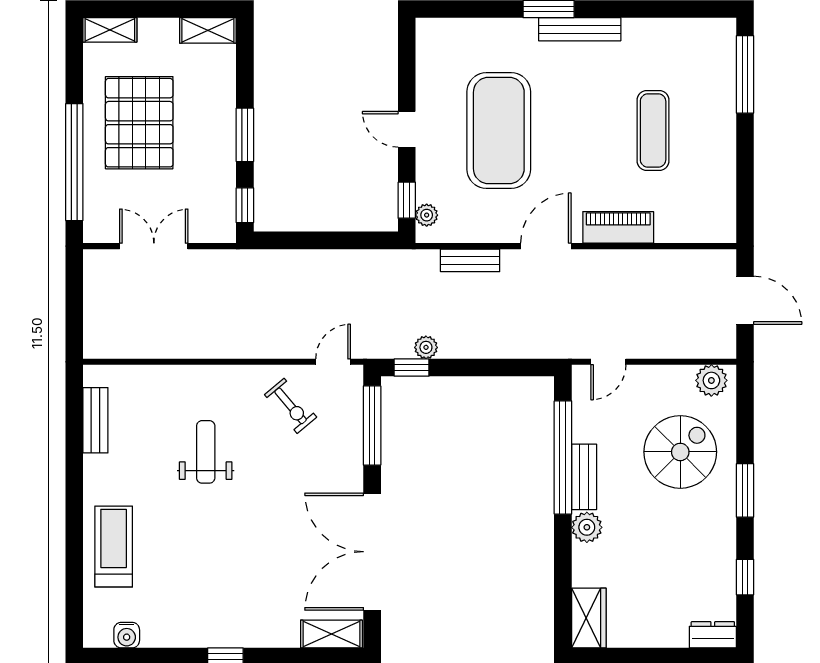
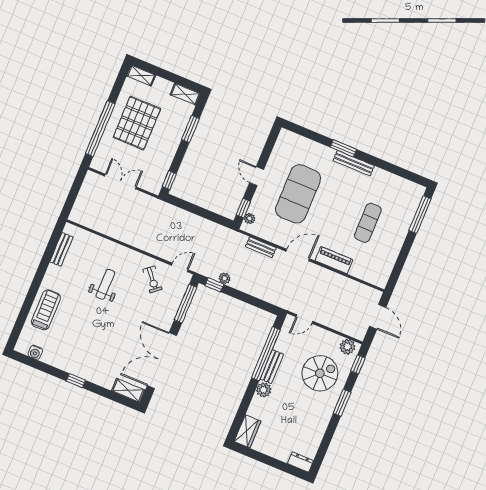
window: (245, 135) -> (190, 129), moved
window: (745, 577) -> (358, 364), moved

